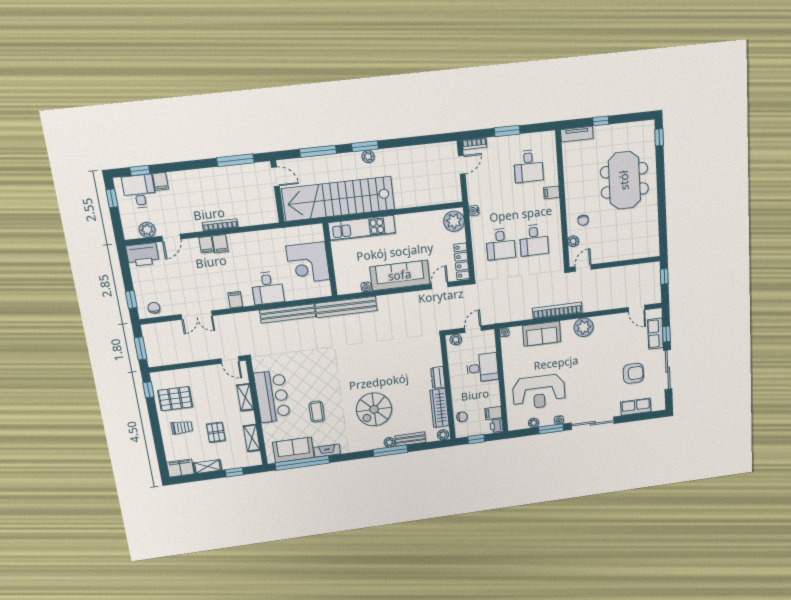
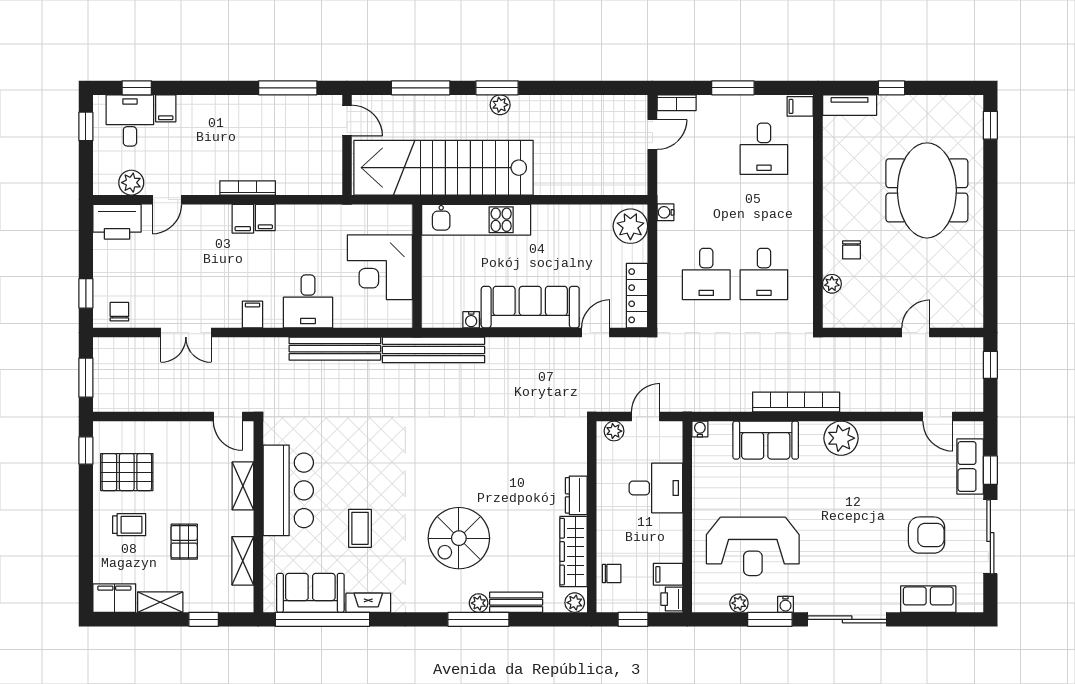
filing cabinet: (552, 192) -> (800, 106), moved
filing cabinet: (206, 245) -> (265, 218), moved
door: (583, 268) -> (916, 333), moved

